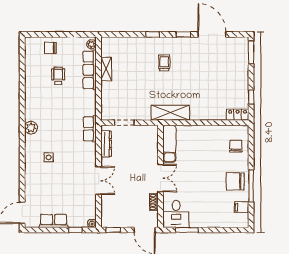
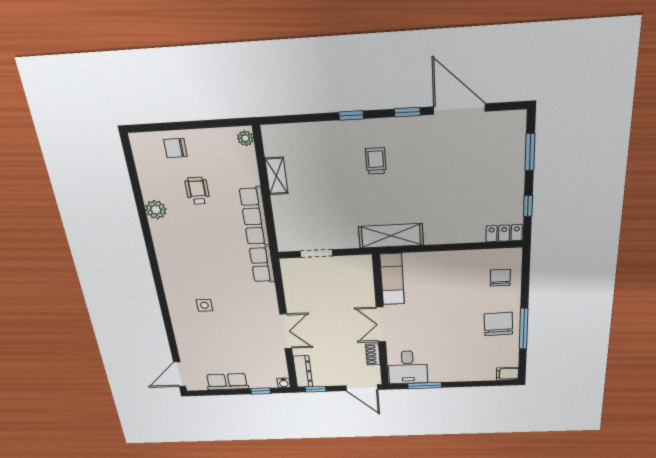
window: (251, 52) -> (530, 152), moved
row of seats: (90, 70) -> (254, 216), moved
plant: (31, 128) -> (156, 210), moved
dresser: (106, 144) -> (303, 371), moved
double door: (160, 178) -> (381, 325), swing flipped
chair: (235, 181) -> (498, 324), turned 88
filing cabinet: (242, 207) -> (507, 374), moved

